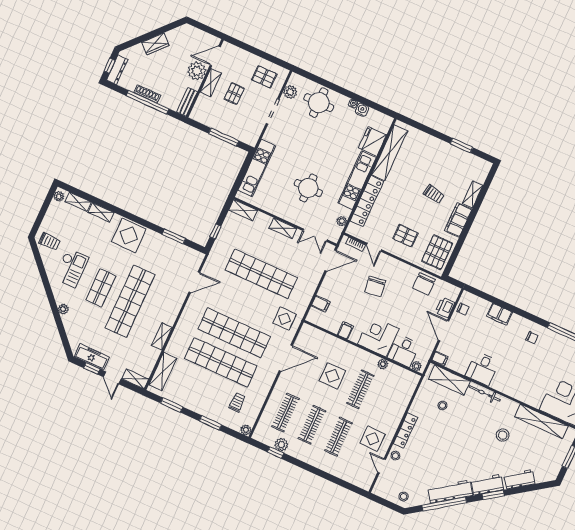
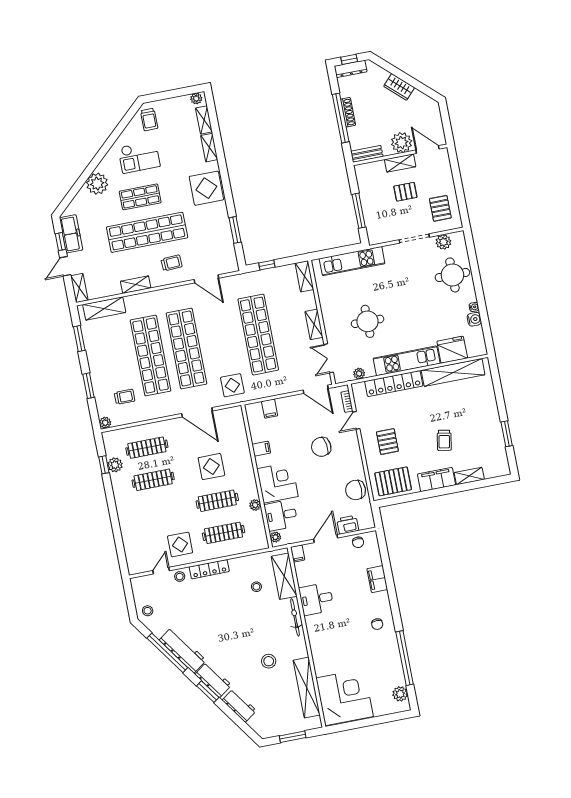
trolley: (165, 299) -> (172, 263), added
plant: (63, 309) -> (97, 184), width x1.87, depth x1.87
clothes rail: (338, 437) -> (223, 533), moved

